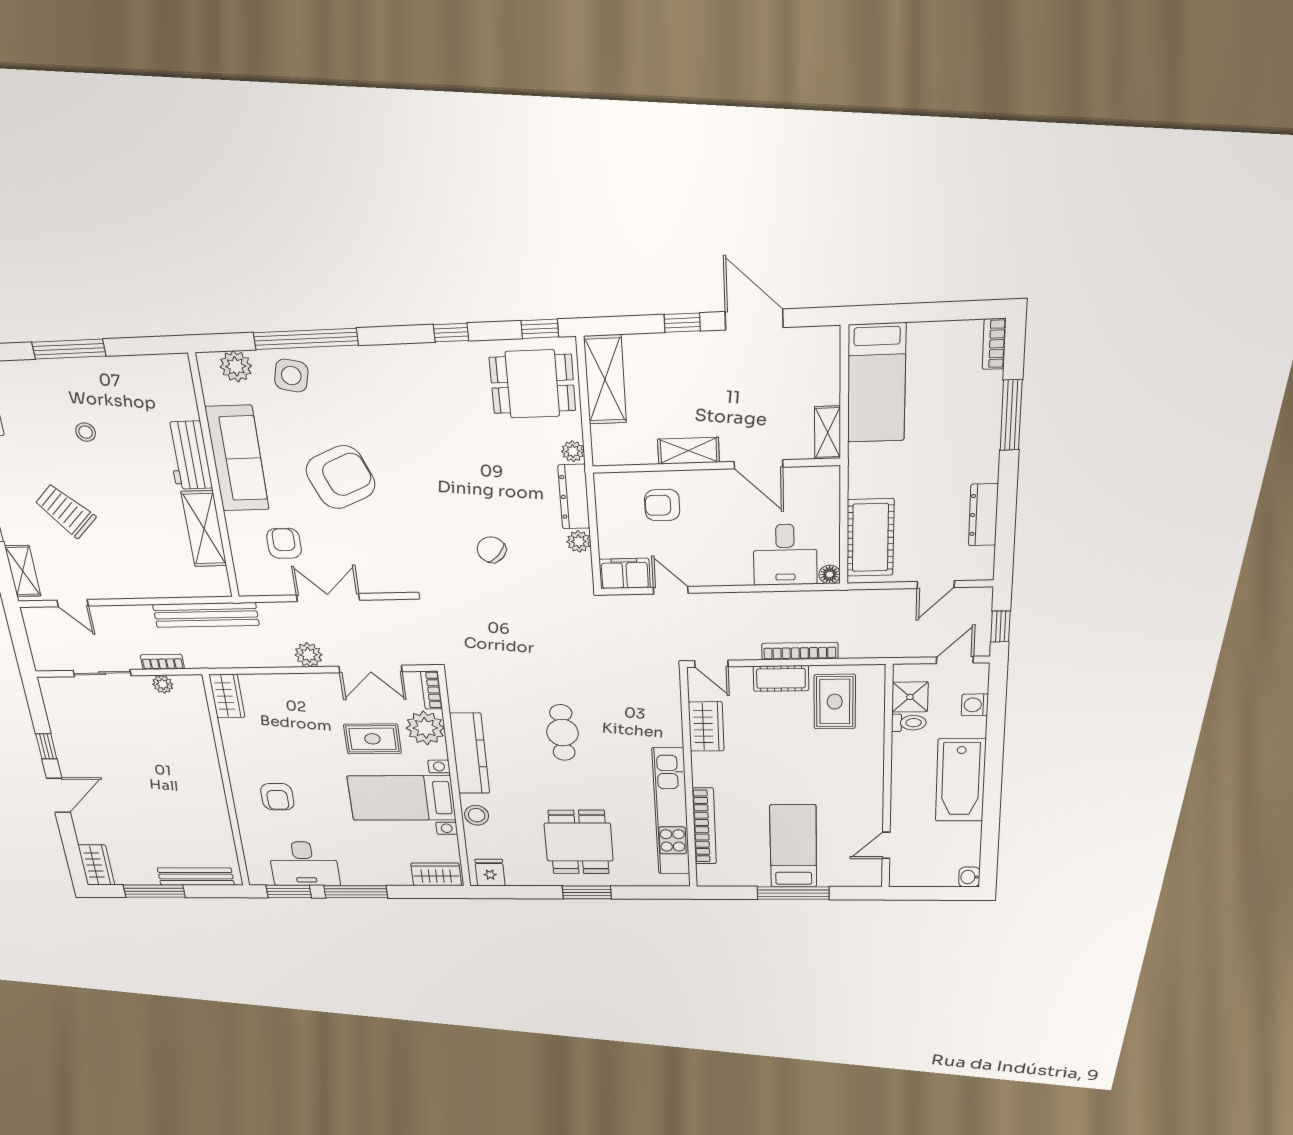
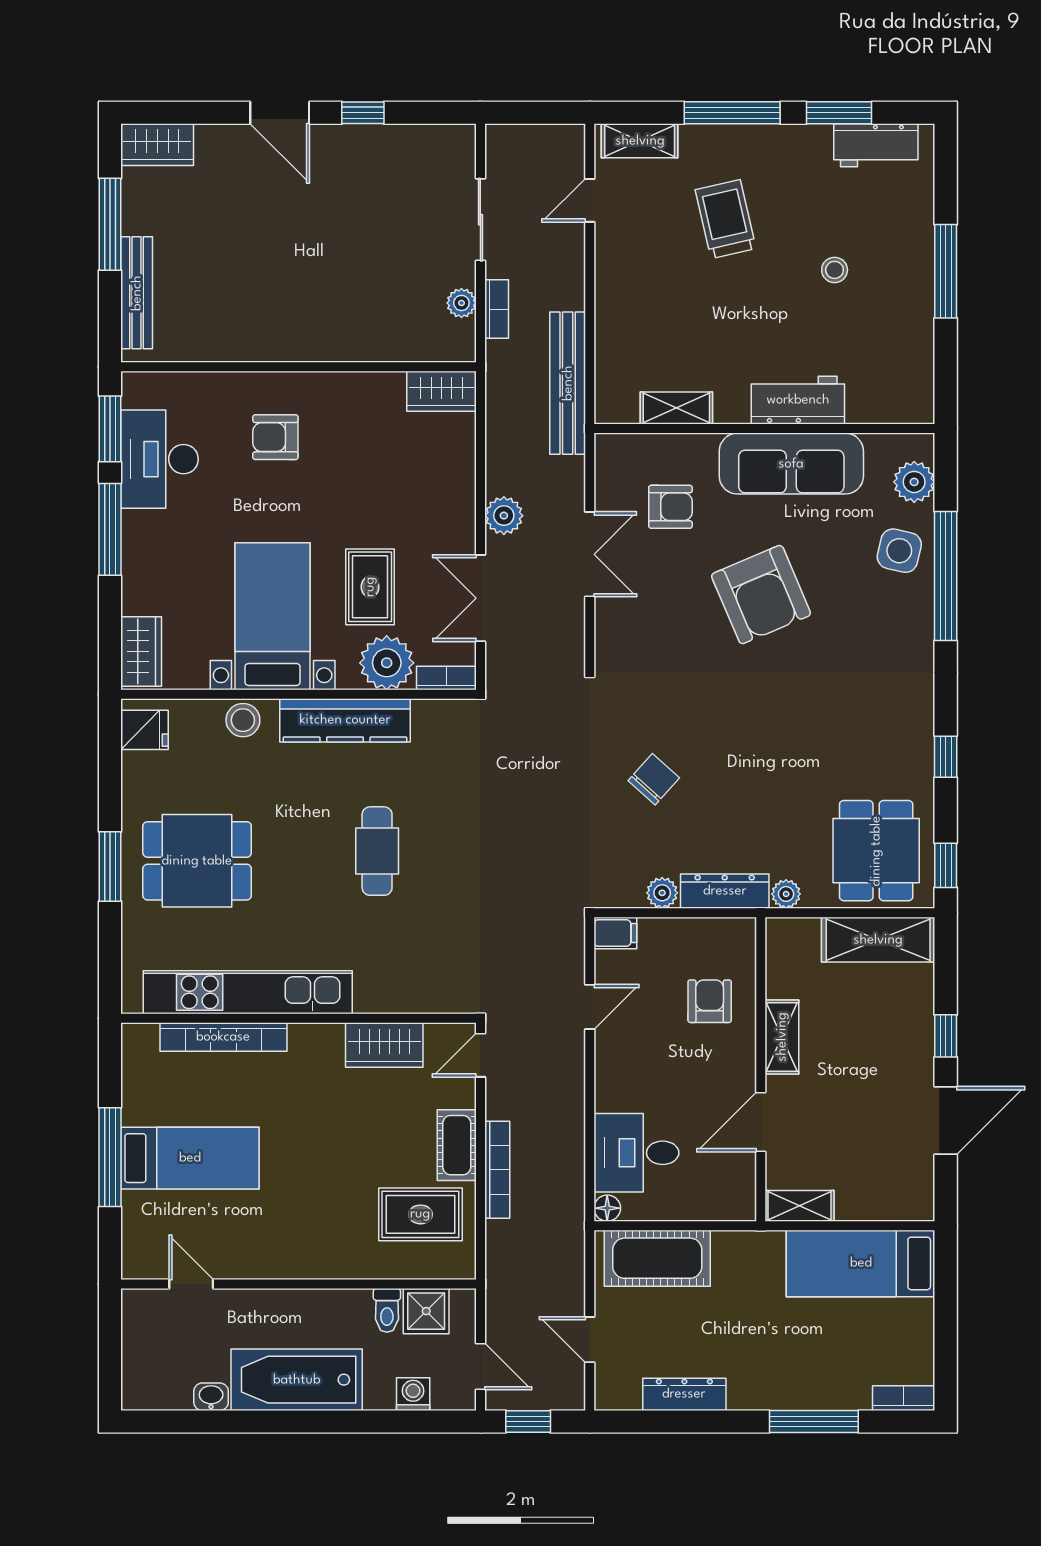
trolley: (65, 511) -> (726, 219), turned -59
shelving: (204, 529) -> (676, 408), width x0.67, depth x0.75
filing cabinet: (625, 573) -> (615, 933), width x0.50
cafe table: (562, 733) -> (377, 851), turned 90
washbasin: (969, 877) -> (211, 1397), moved

